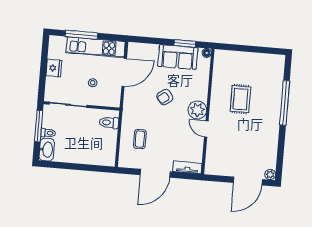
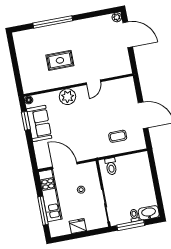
armchair: (165, 97) -> (76, 125), removed
plant: (197, 110) -> (67, 97), moved
tv unit: (187, 167) -> (130, 89), removed

